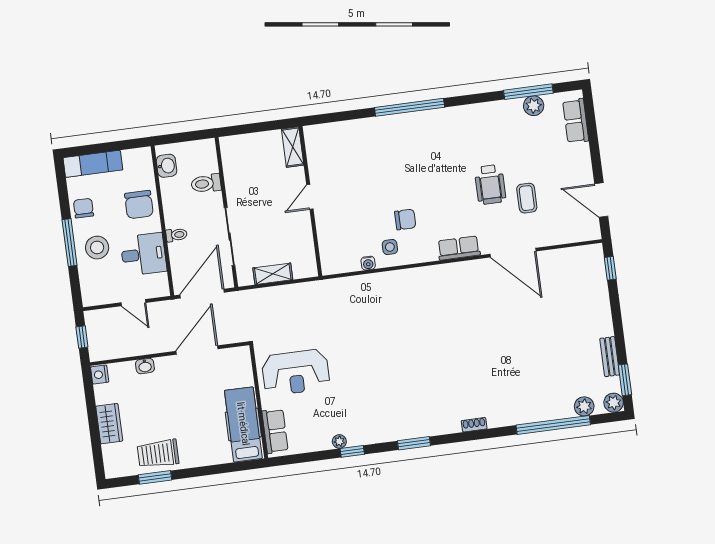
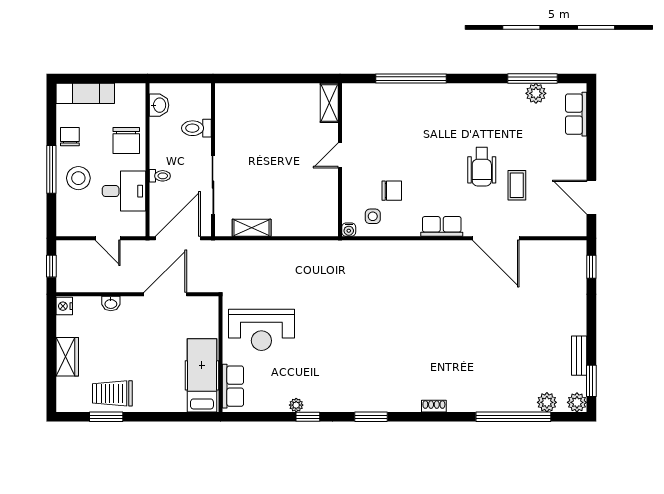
shelving: (293, 147) -> (329, 103), moved
door: (310, 197) -> (340, 155), moved
wall: (310, 201) -> (340, 160), moved

